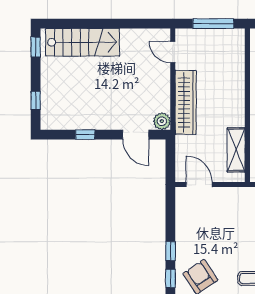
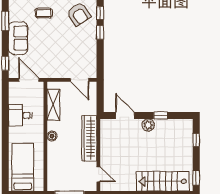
boiler: (238, 106) -> (52, 136), added
plant: (162, 121) -> (148, 125), moved

